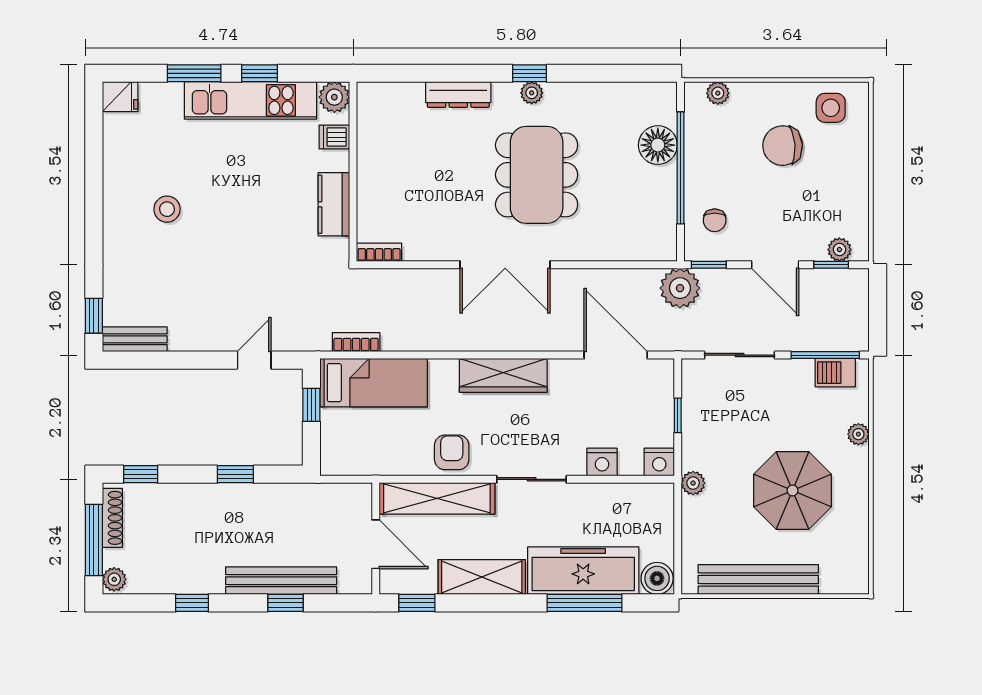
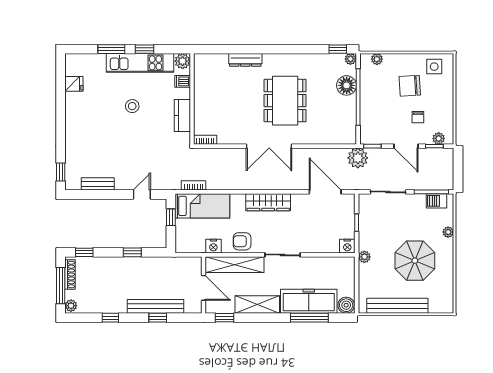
window: (529, 73) -> (338, 49), moved
plant: (532, 93) -> (350, 59), moved
fridge: (120, 97) -> (74, 84), moved
stool: (167, 209) -> (132, 106), moved
chair: (715, 220) -> (418, 117), moved
bench: (135, 339) -> (98, 184), moved
armchair: (452, 452) -> (242, 241), turned -90
nightstand: (602, 462) -> (213, 246), moved

